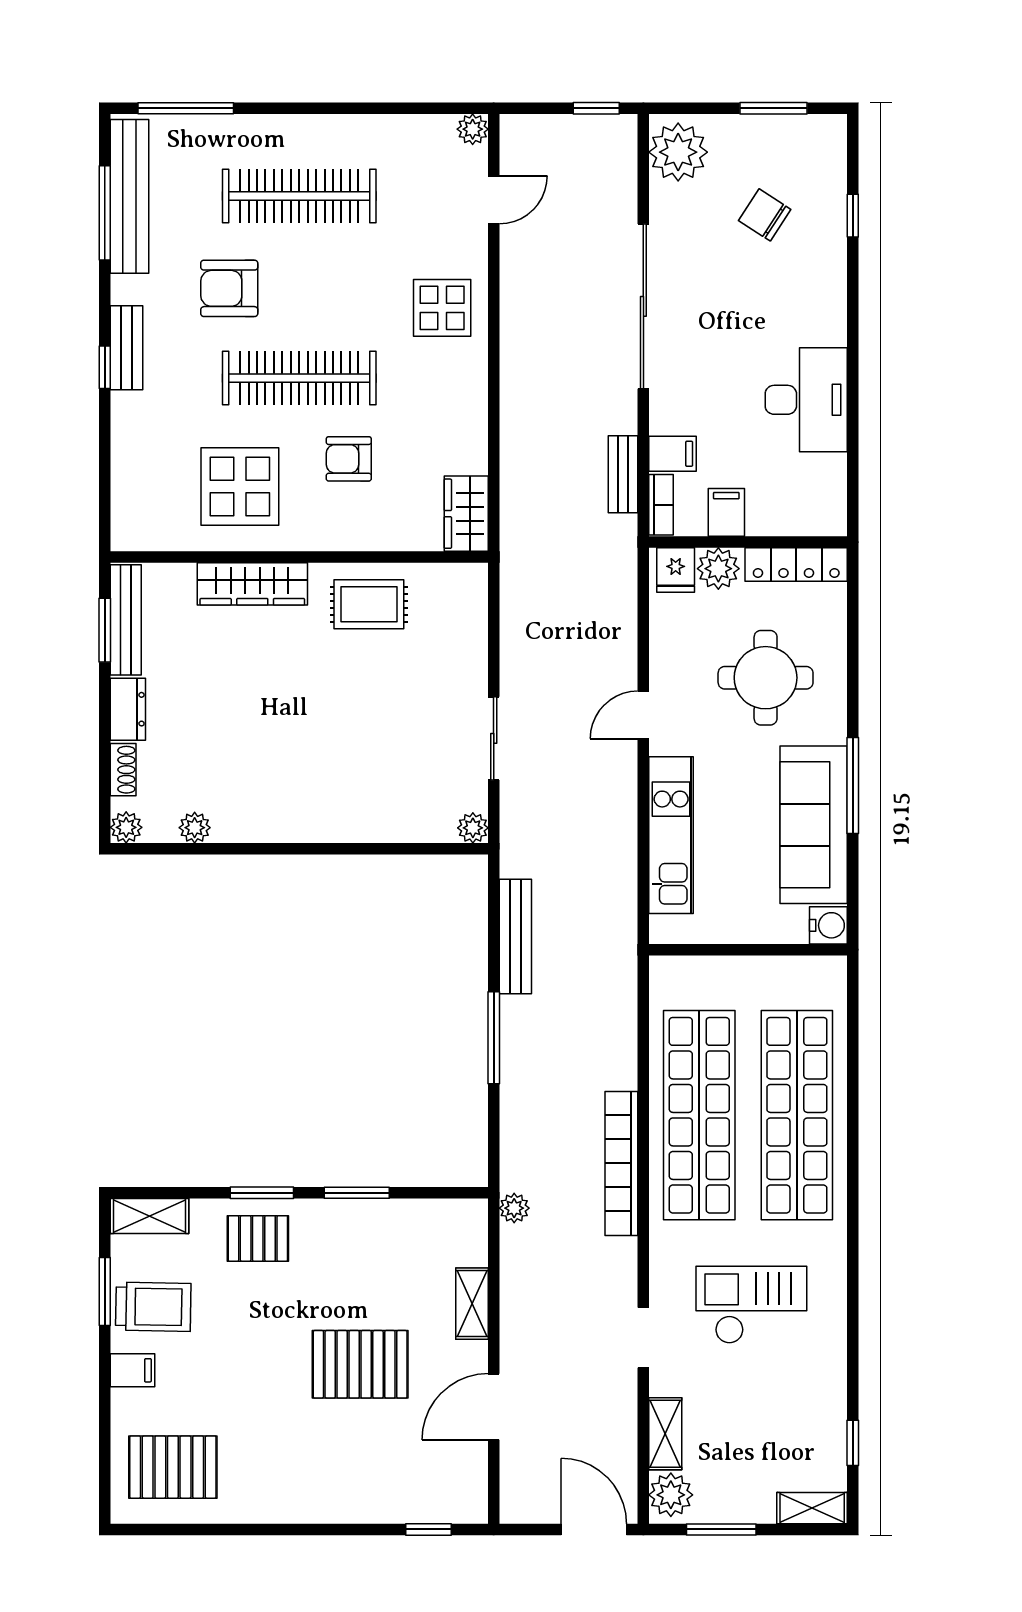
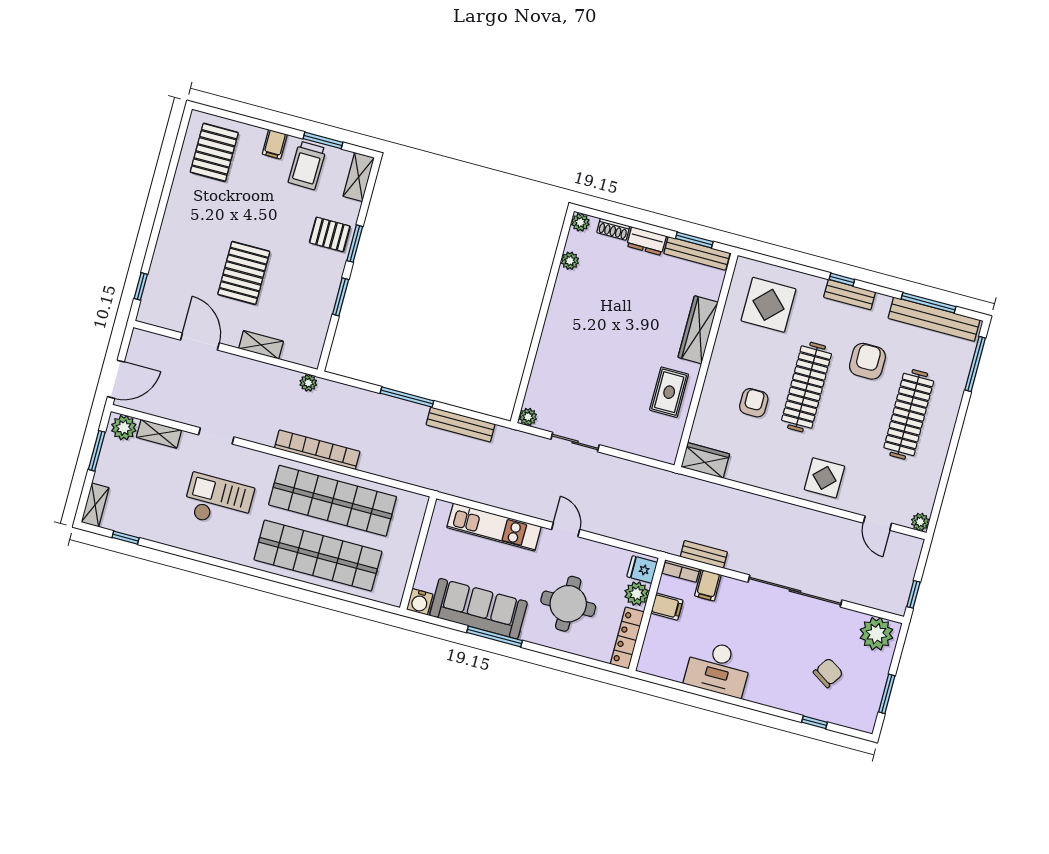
display table: (240, 486) -> (768, 305), moved
pallet: (258, 1238) -> (330, 234), turned 90
checkout: (751, 1305) -> (218, 502), turned -90

